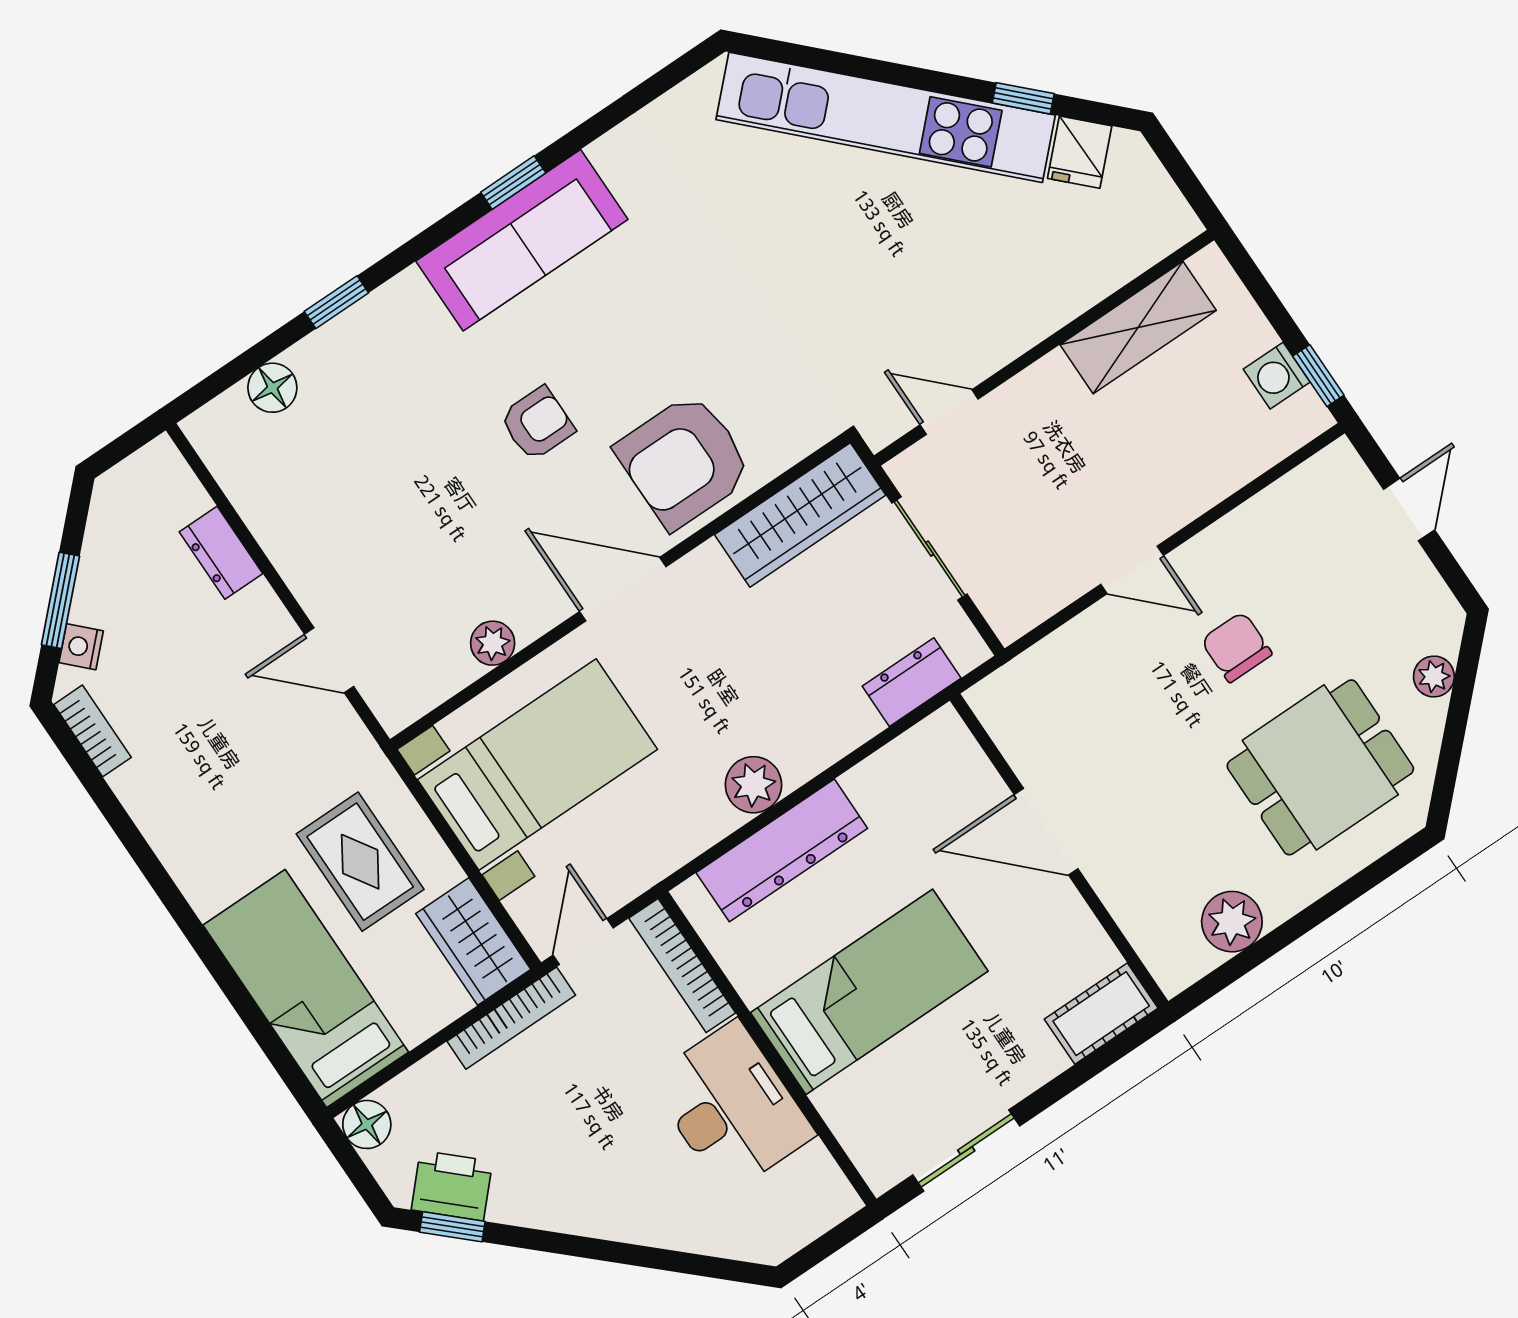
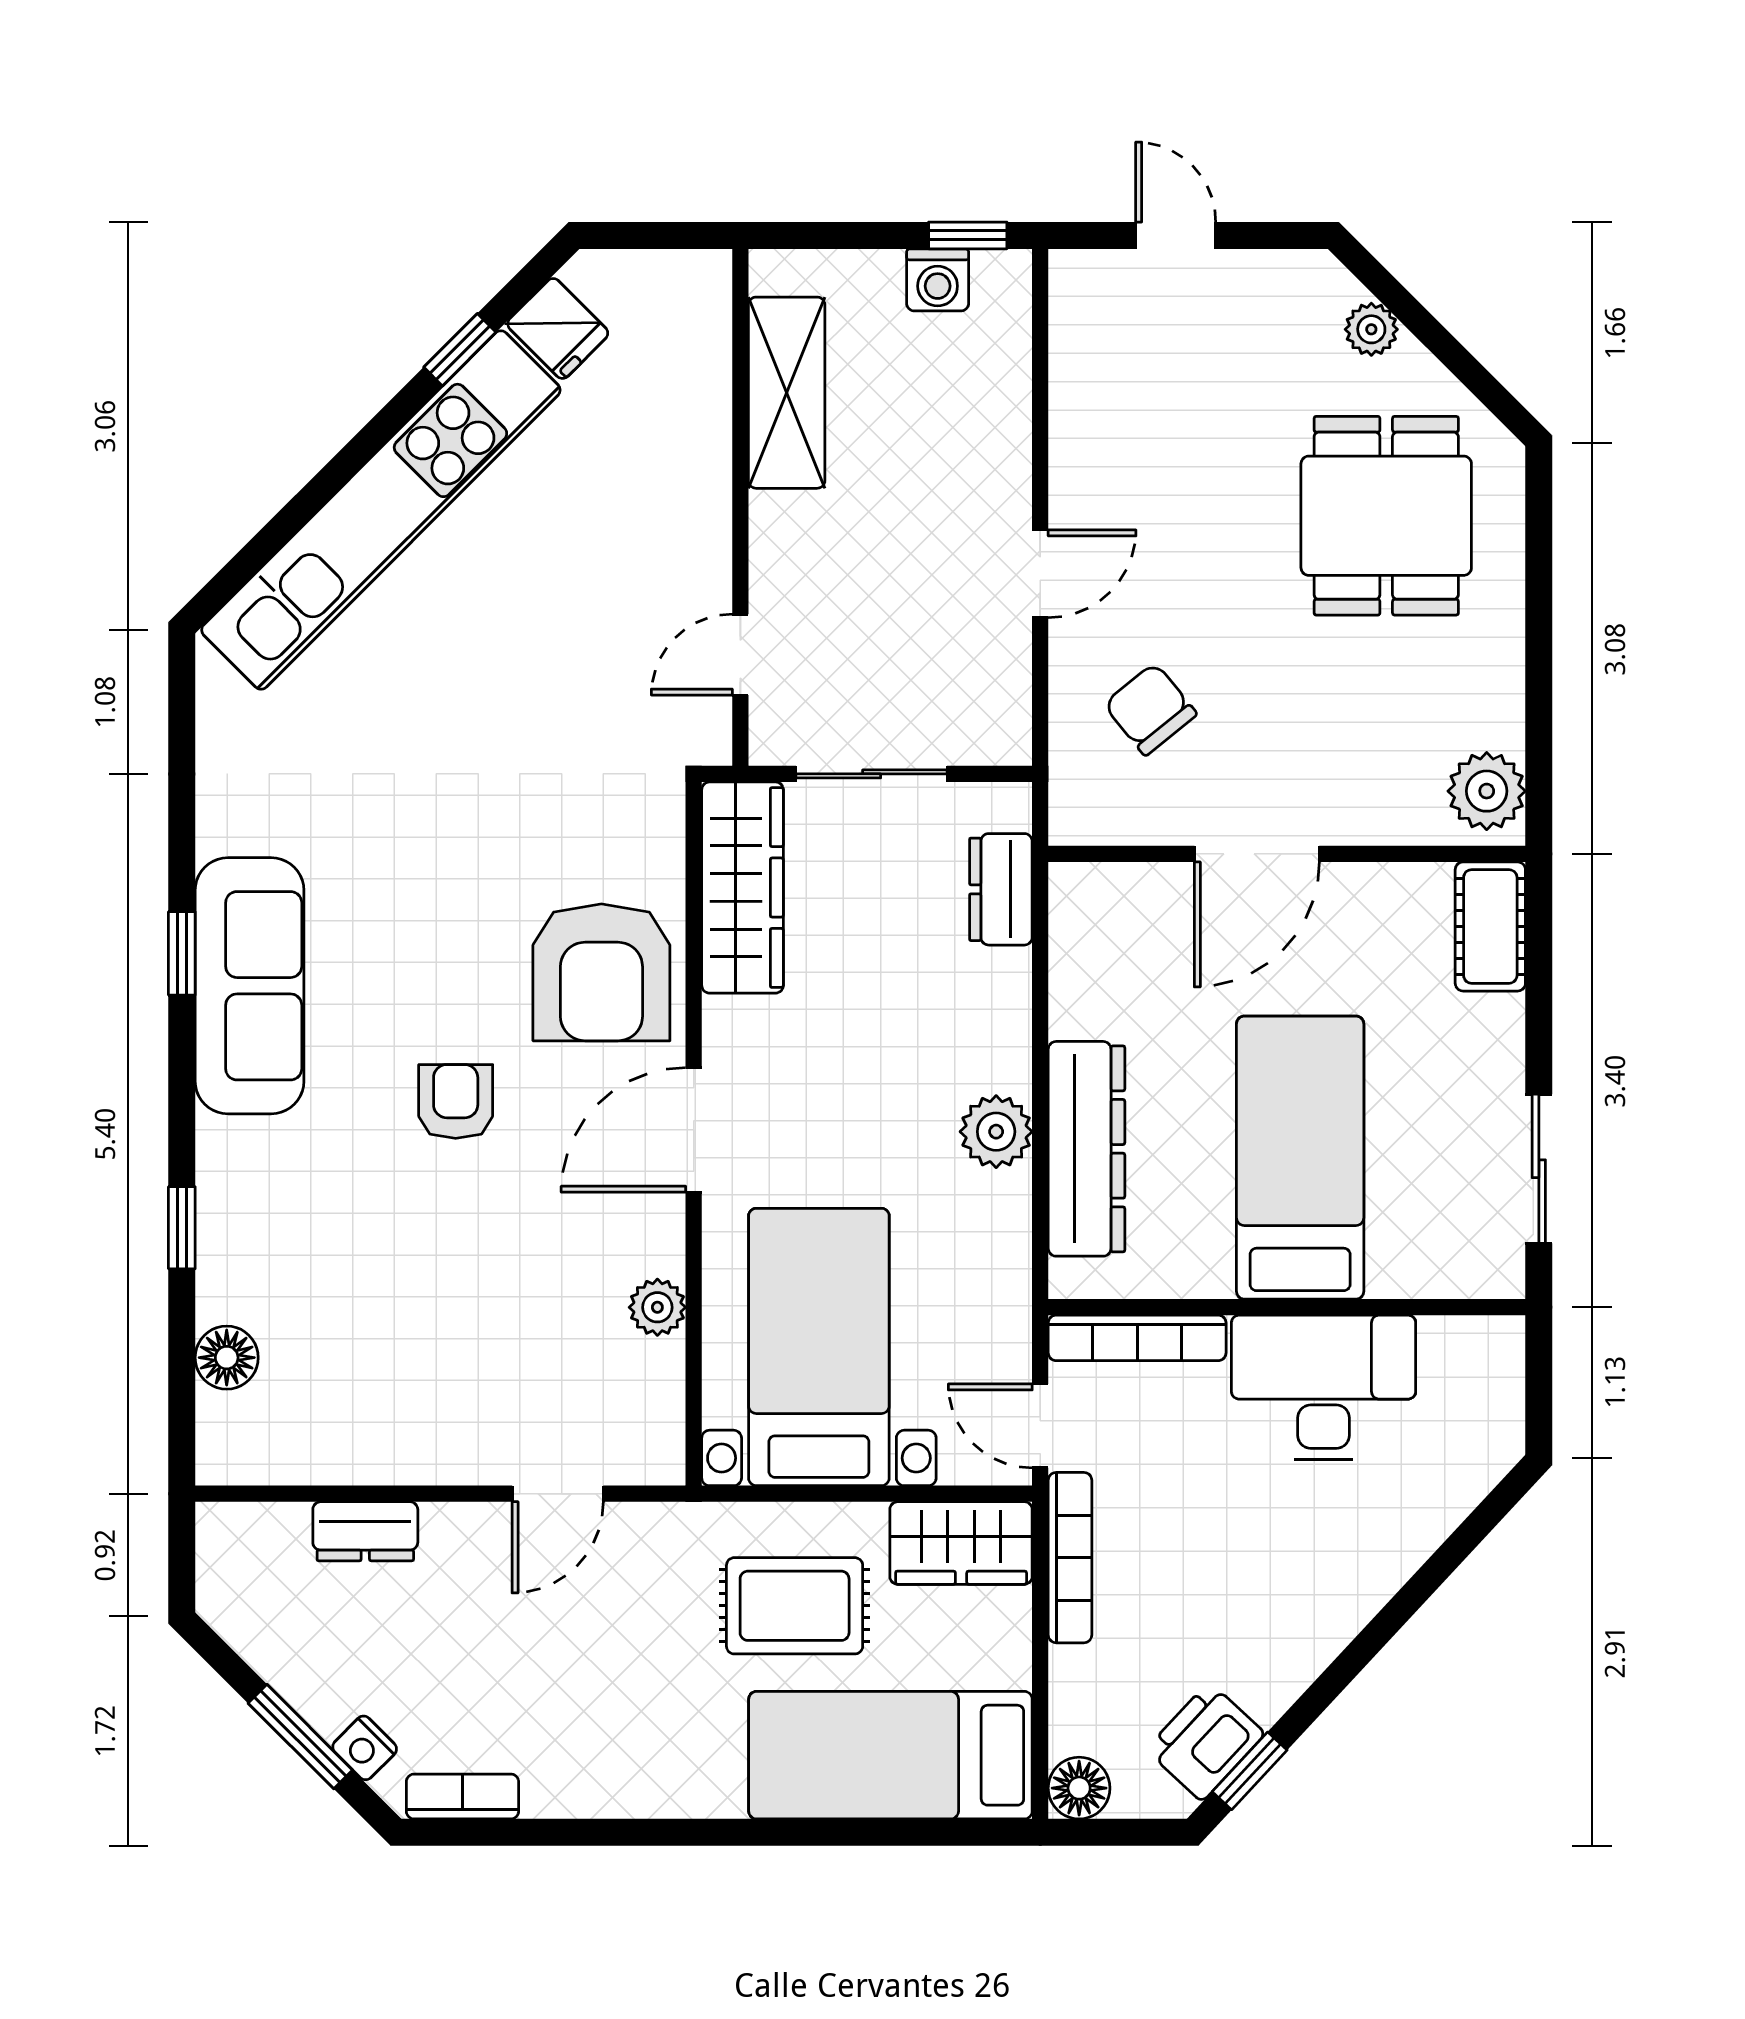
chair: (1236, 647) -> (1150, 709), moved, turned 51
plant: (1232, 922) -> (1487, 791), moved

